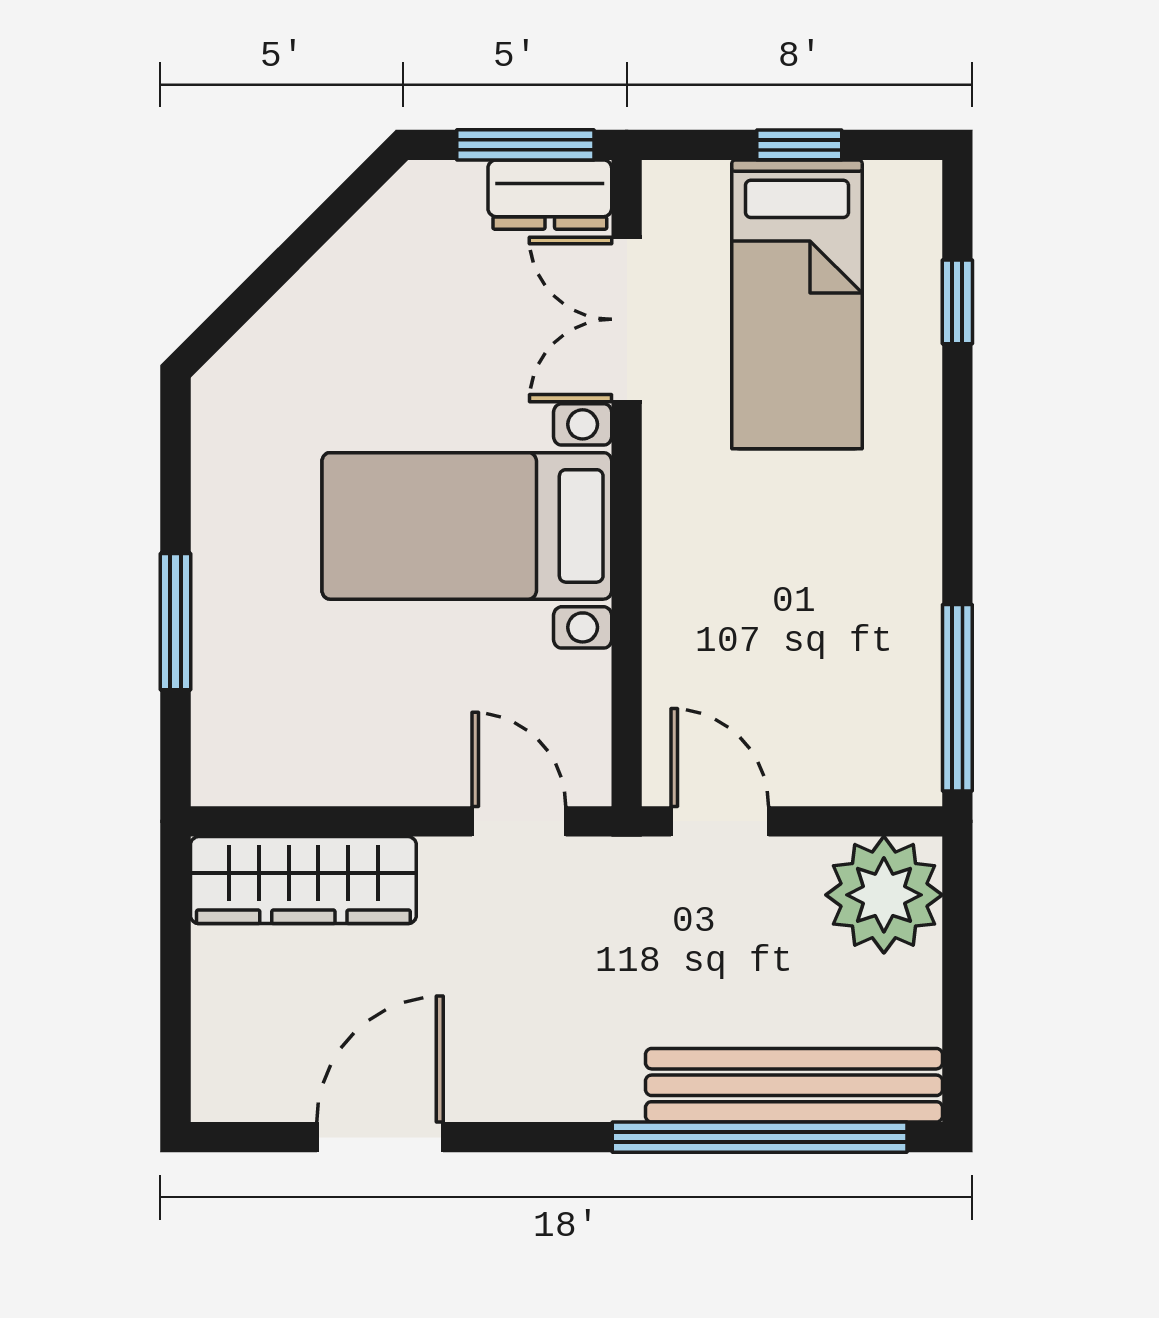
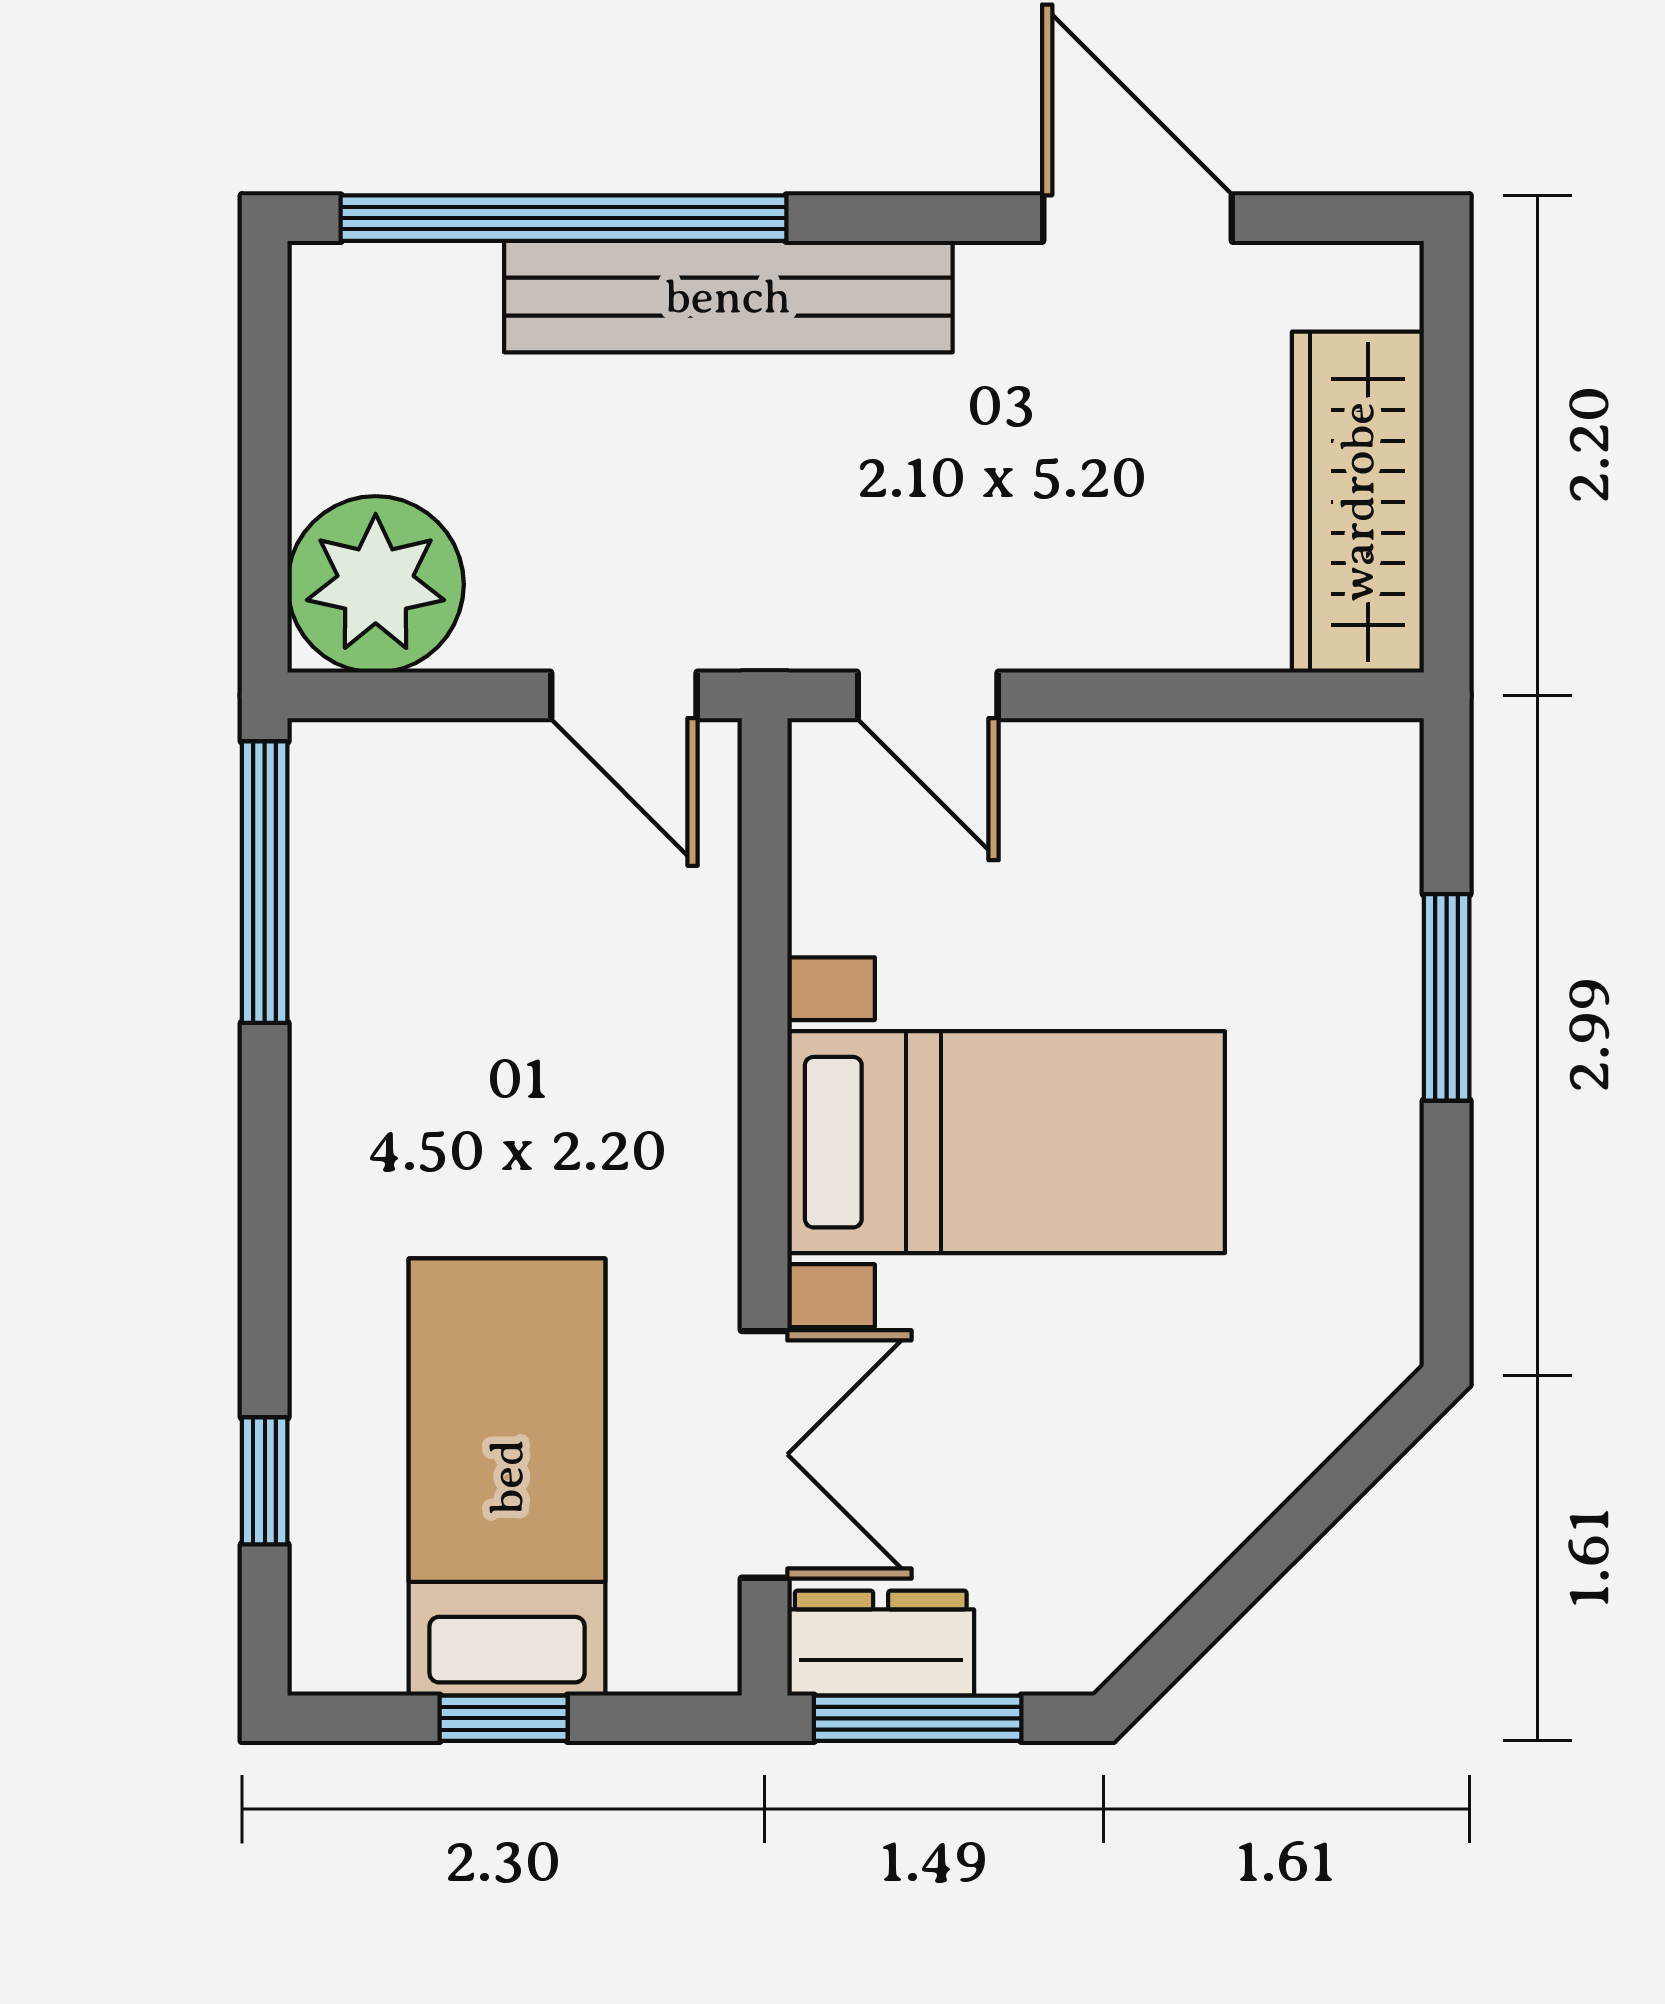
wardrobe: (303, 880) -> (1358, 502), moved, turned -90
bench: (794, 1085) -> (728, 297), moved
door: (380, 1137) -> (1137, 218), swing flipped

